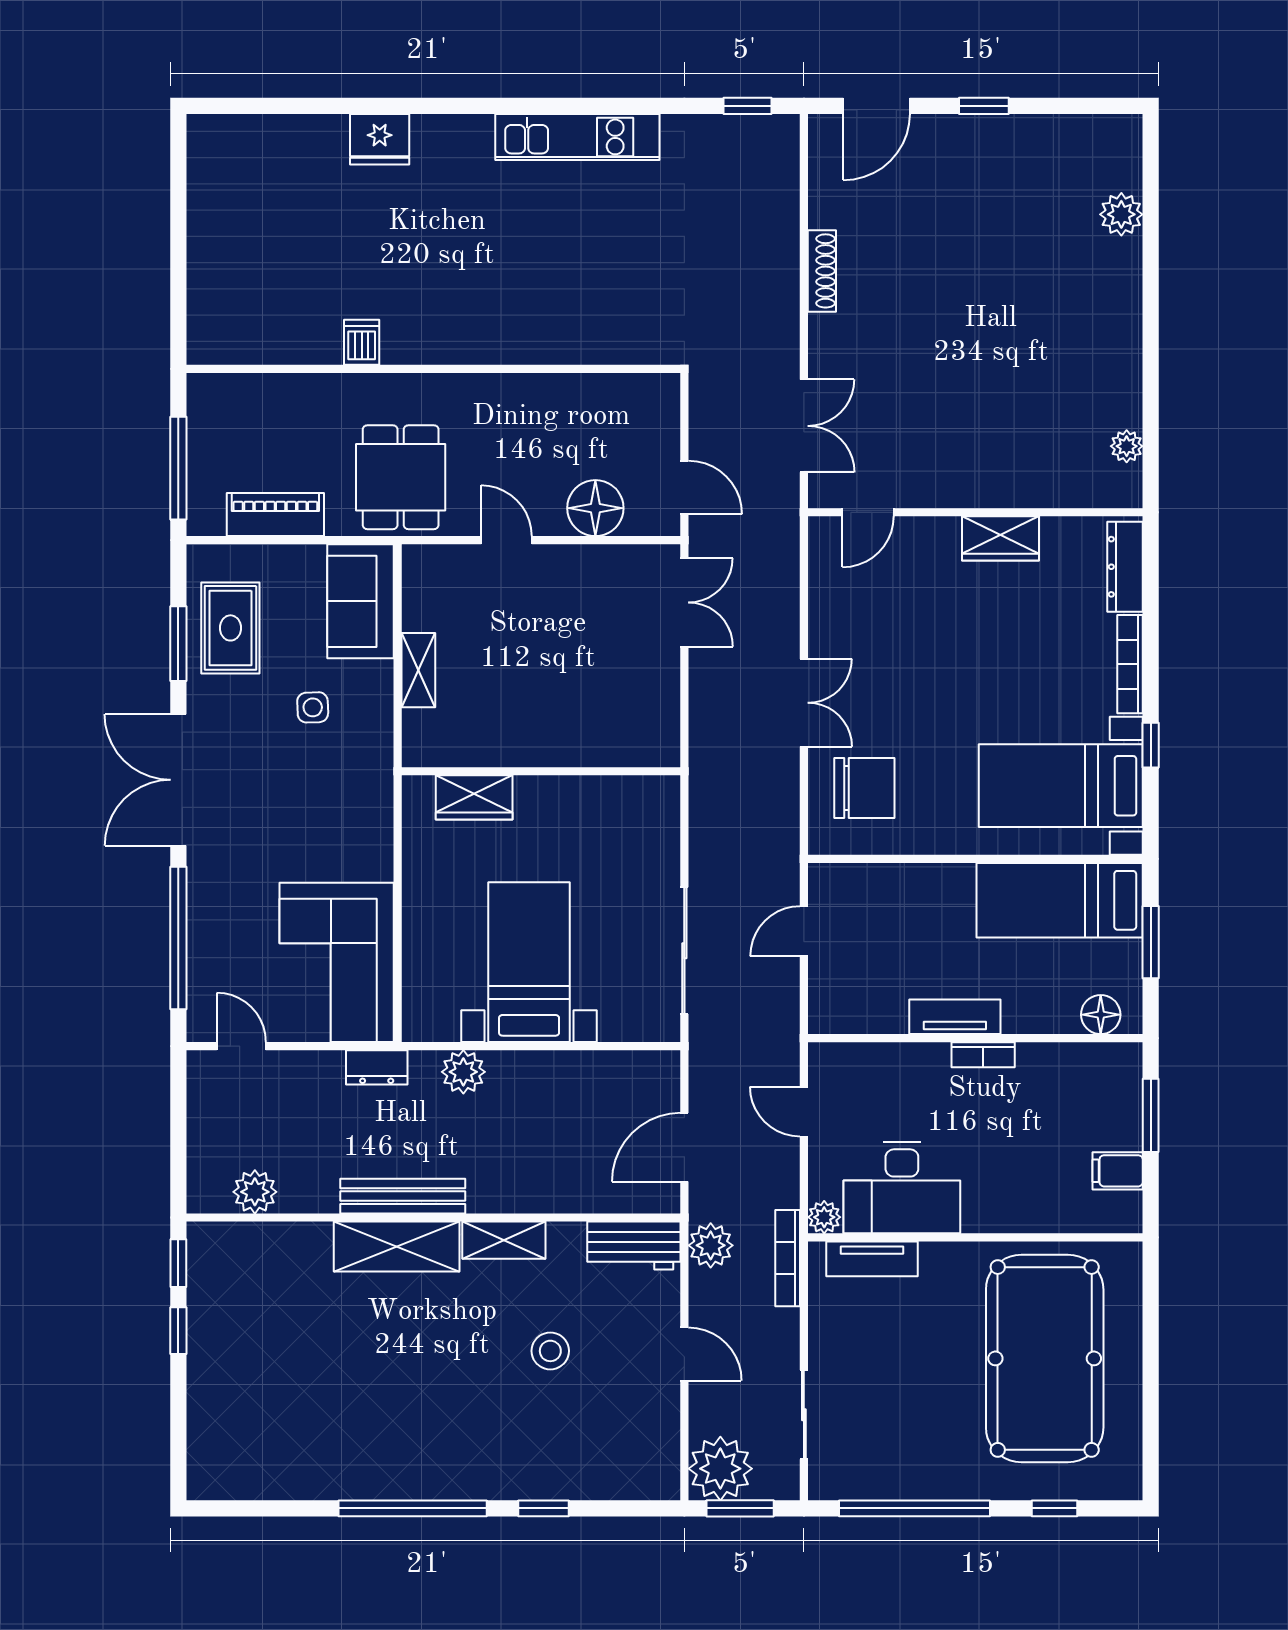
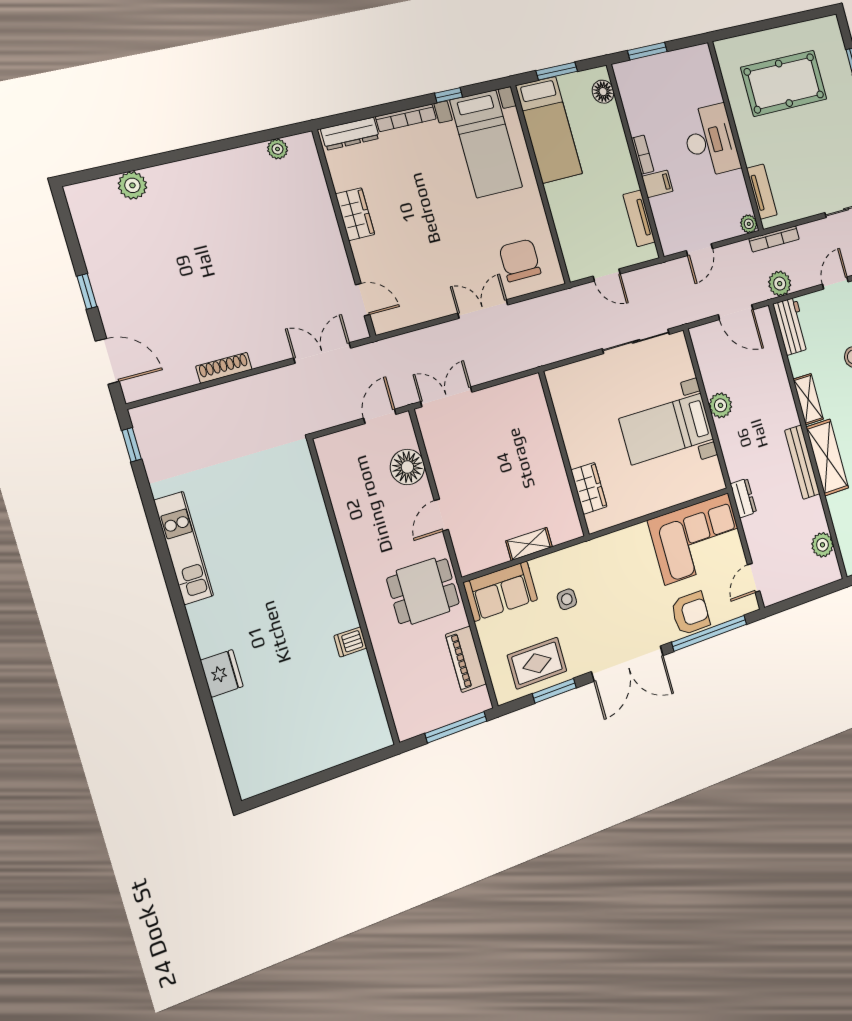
armchair: (221, 914) -> (690, 613), added
tv unit: (955, 1017) -> (639, 218), moved
plant: (463, 1072) -> (720, 405), moved
filing cabinet: (1118, 1171) -> (657, 184), moved, turned -90
desk: (902, 1188) -> (711, 141), moved
pool table: (1045, 1358) -> (784, 83), width x0.73, depth x0.76

